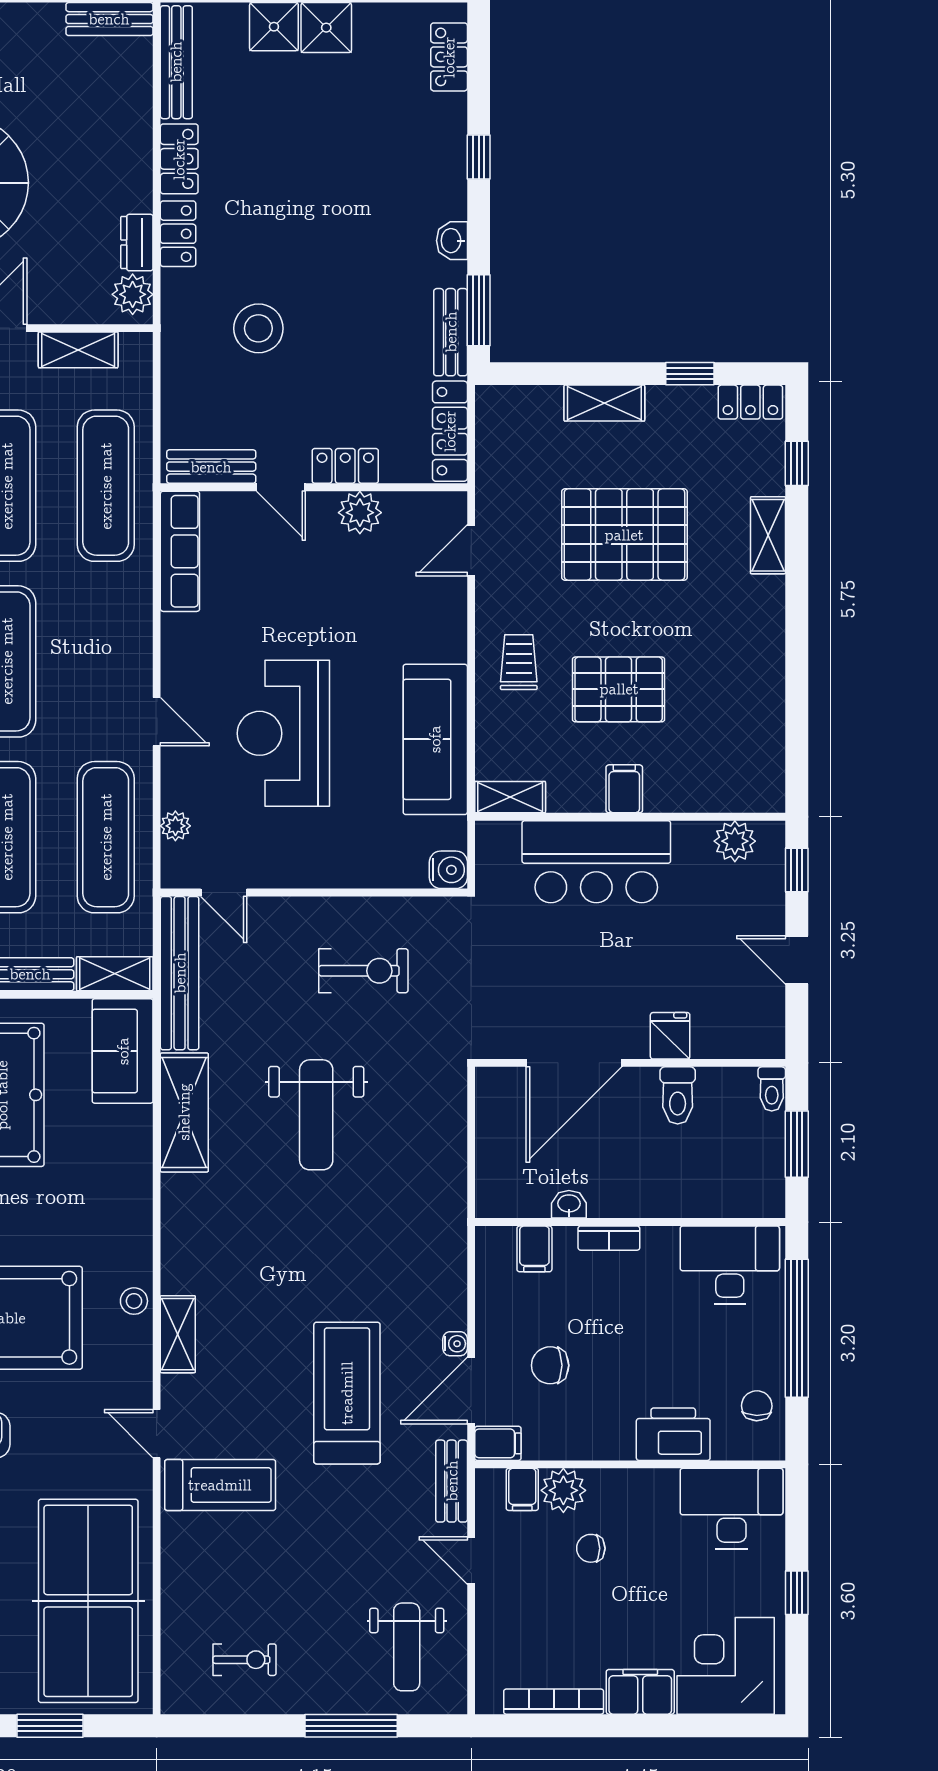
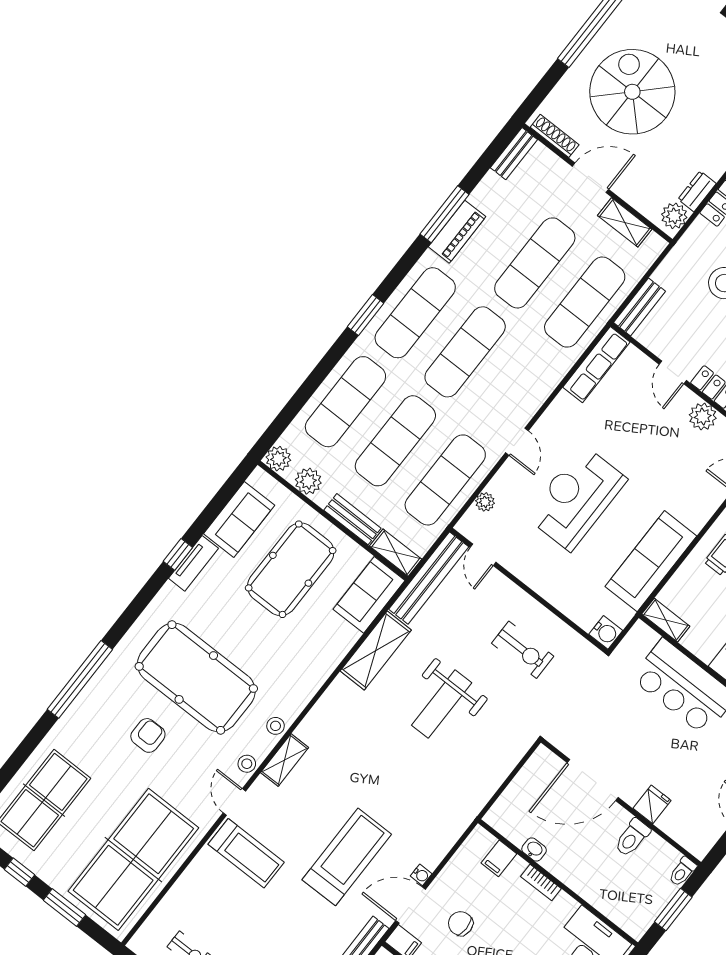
bench: (211, 467) -> (639, 307), moved, turned 90
stool: (135, 1375) -> (247, 764), added

